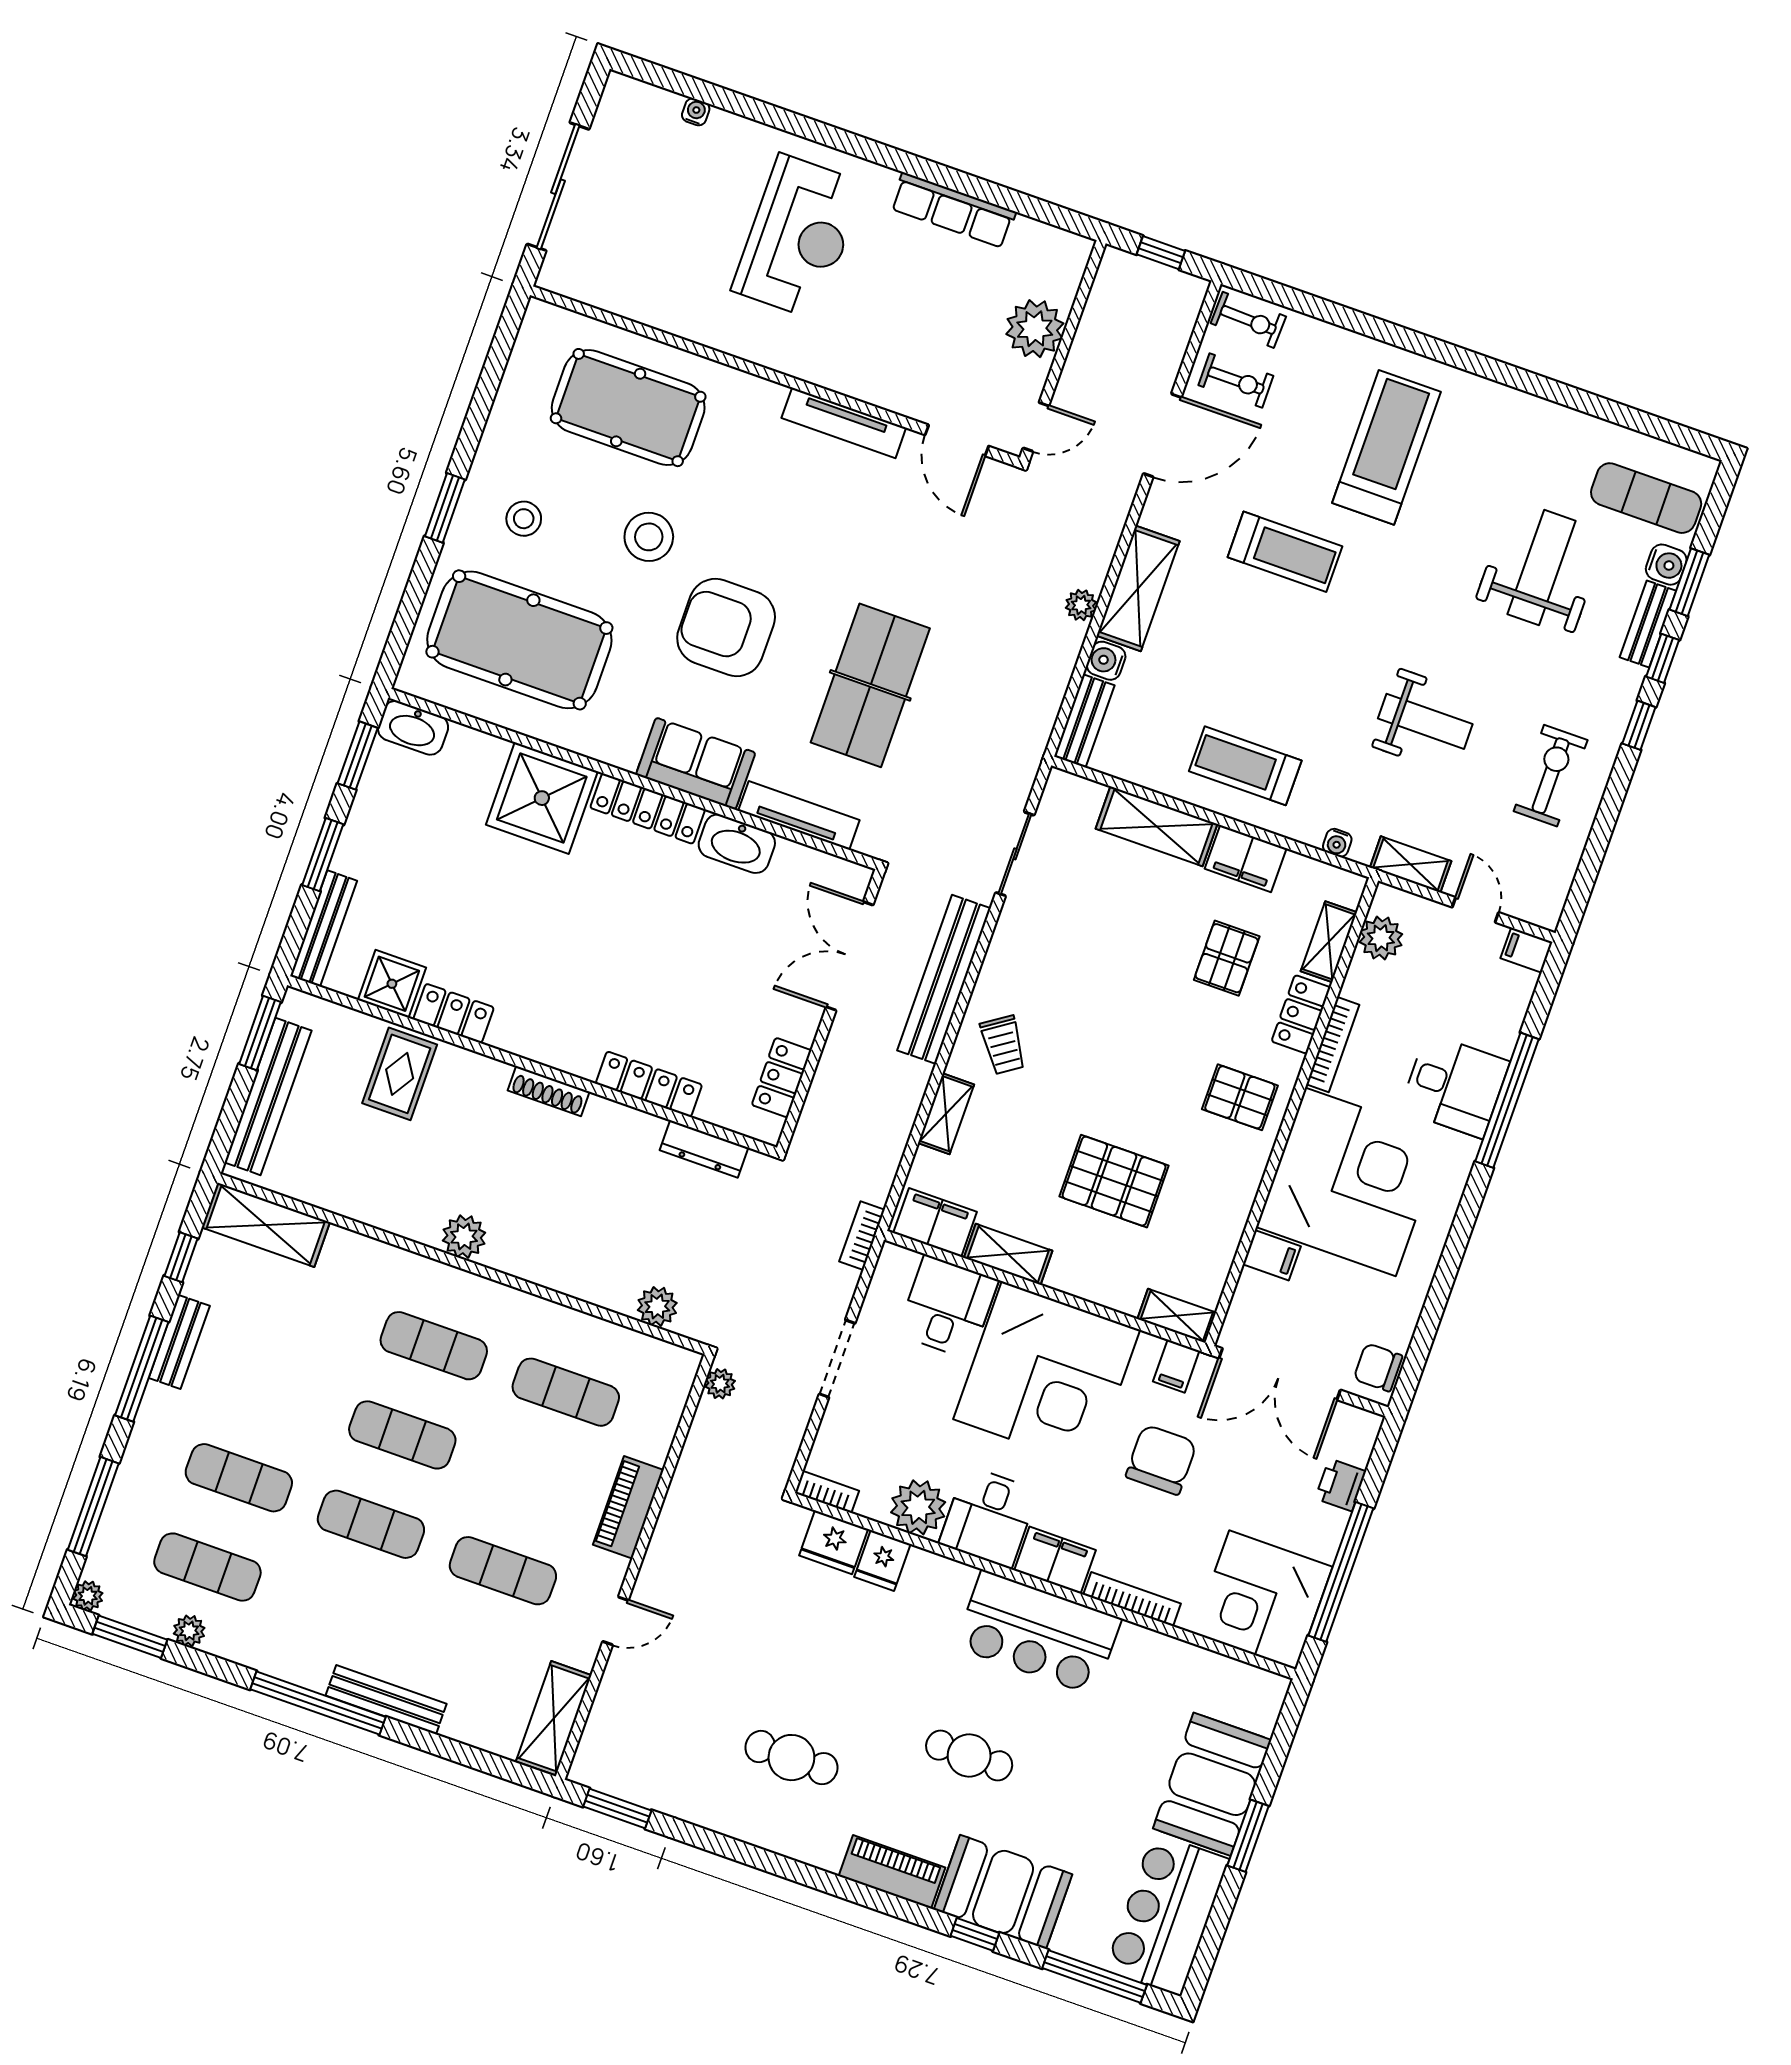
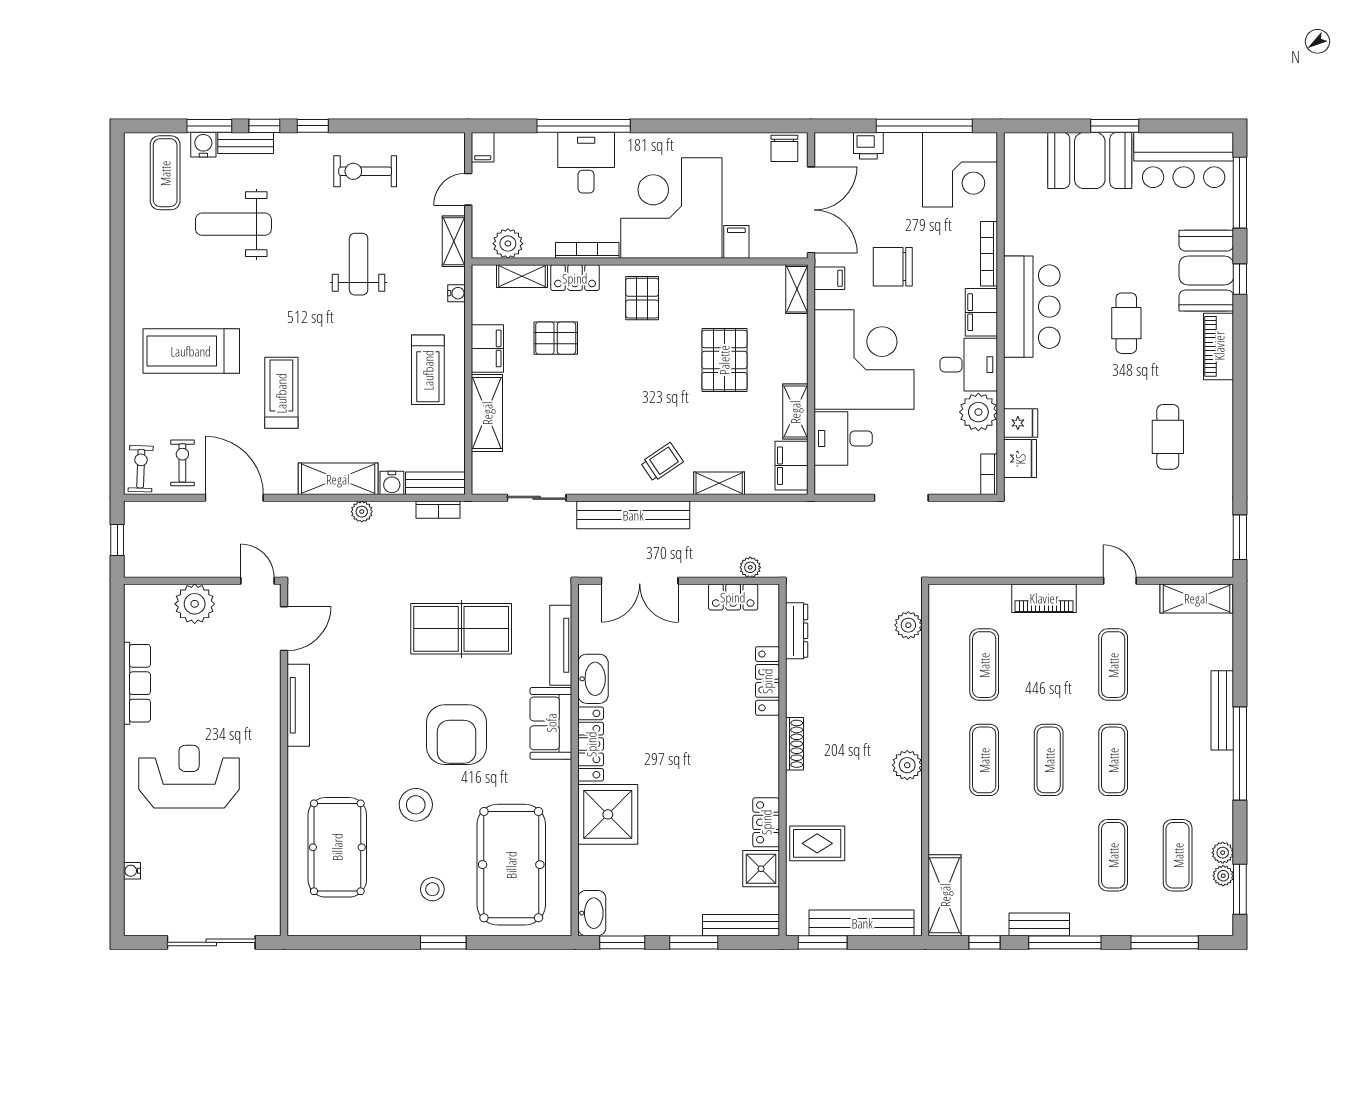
bookcase: (862, 1236) -> (438, 510), moved
plant: (720, 1384) -> (750, 567), moved
plant: (88, 1596) -> (1223, 876), moved

